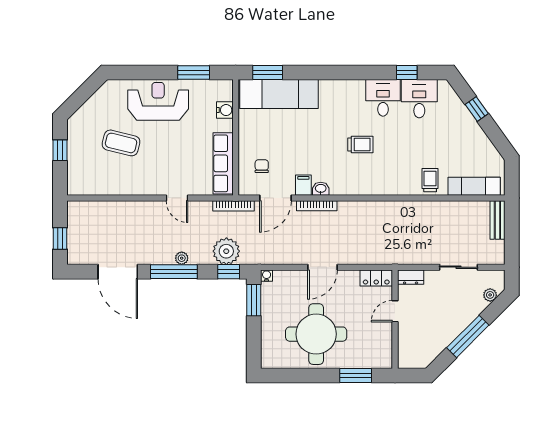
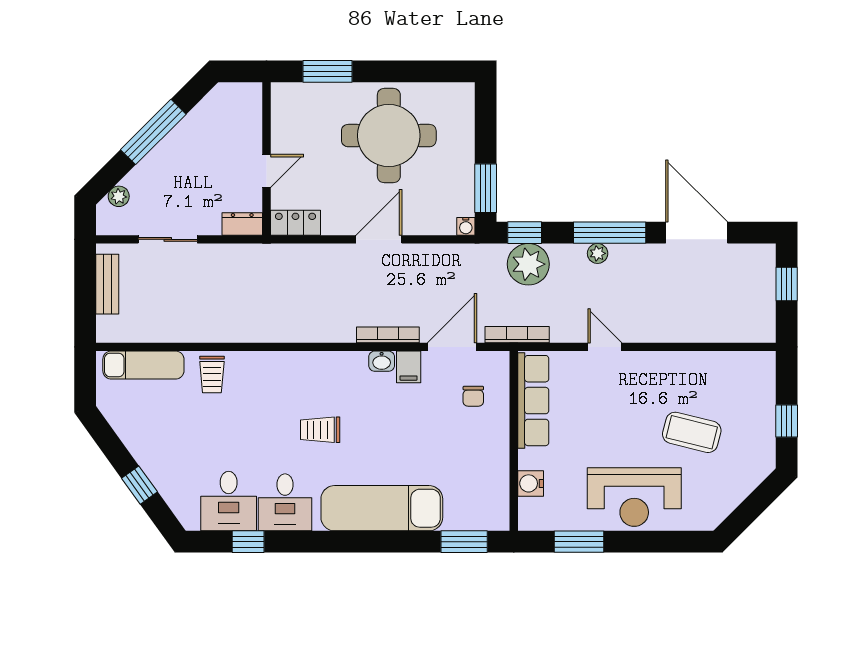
exam couch: (279, 94) -> (382, 508), moved
bench: (497, 220) -> (107, 284), moved

